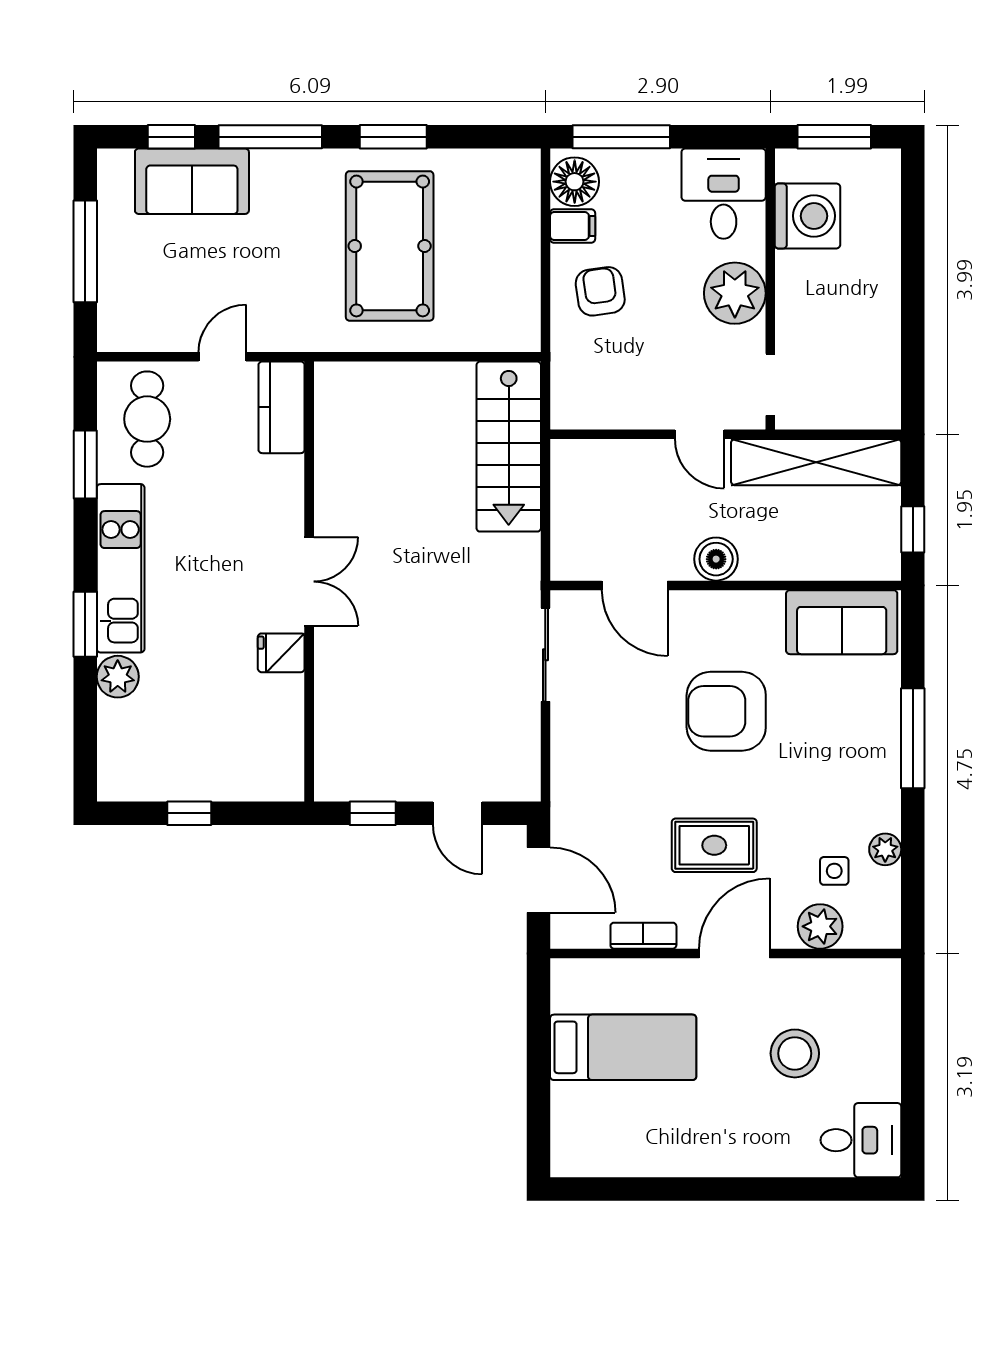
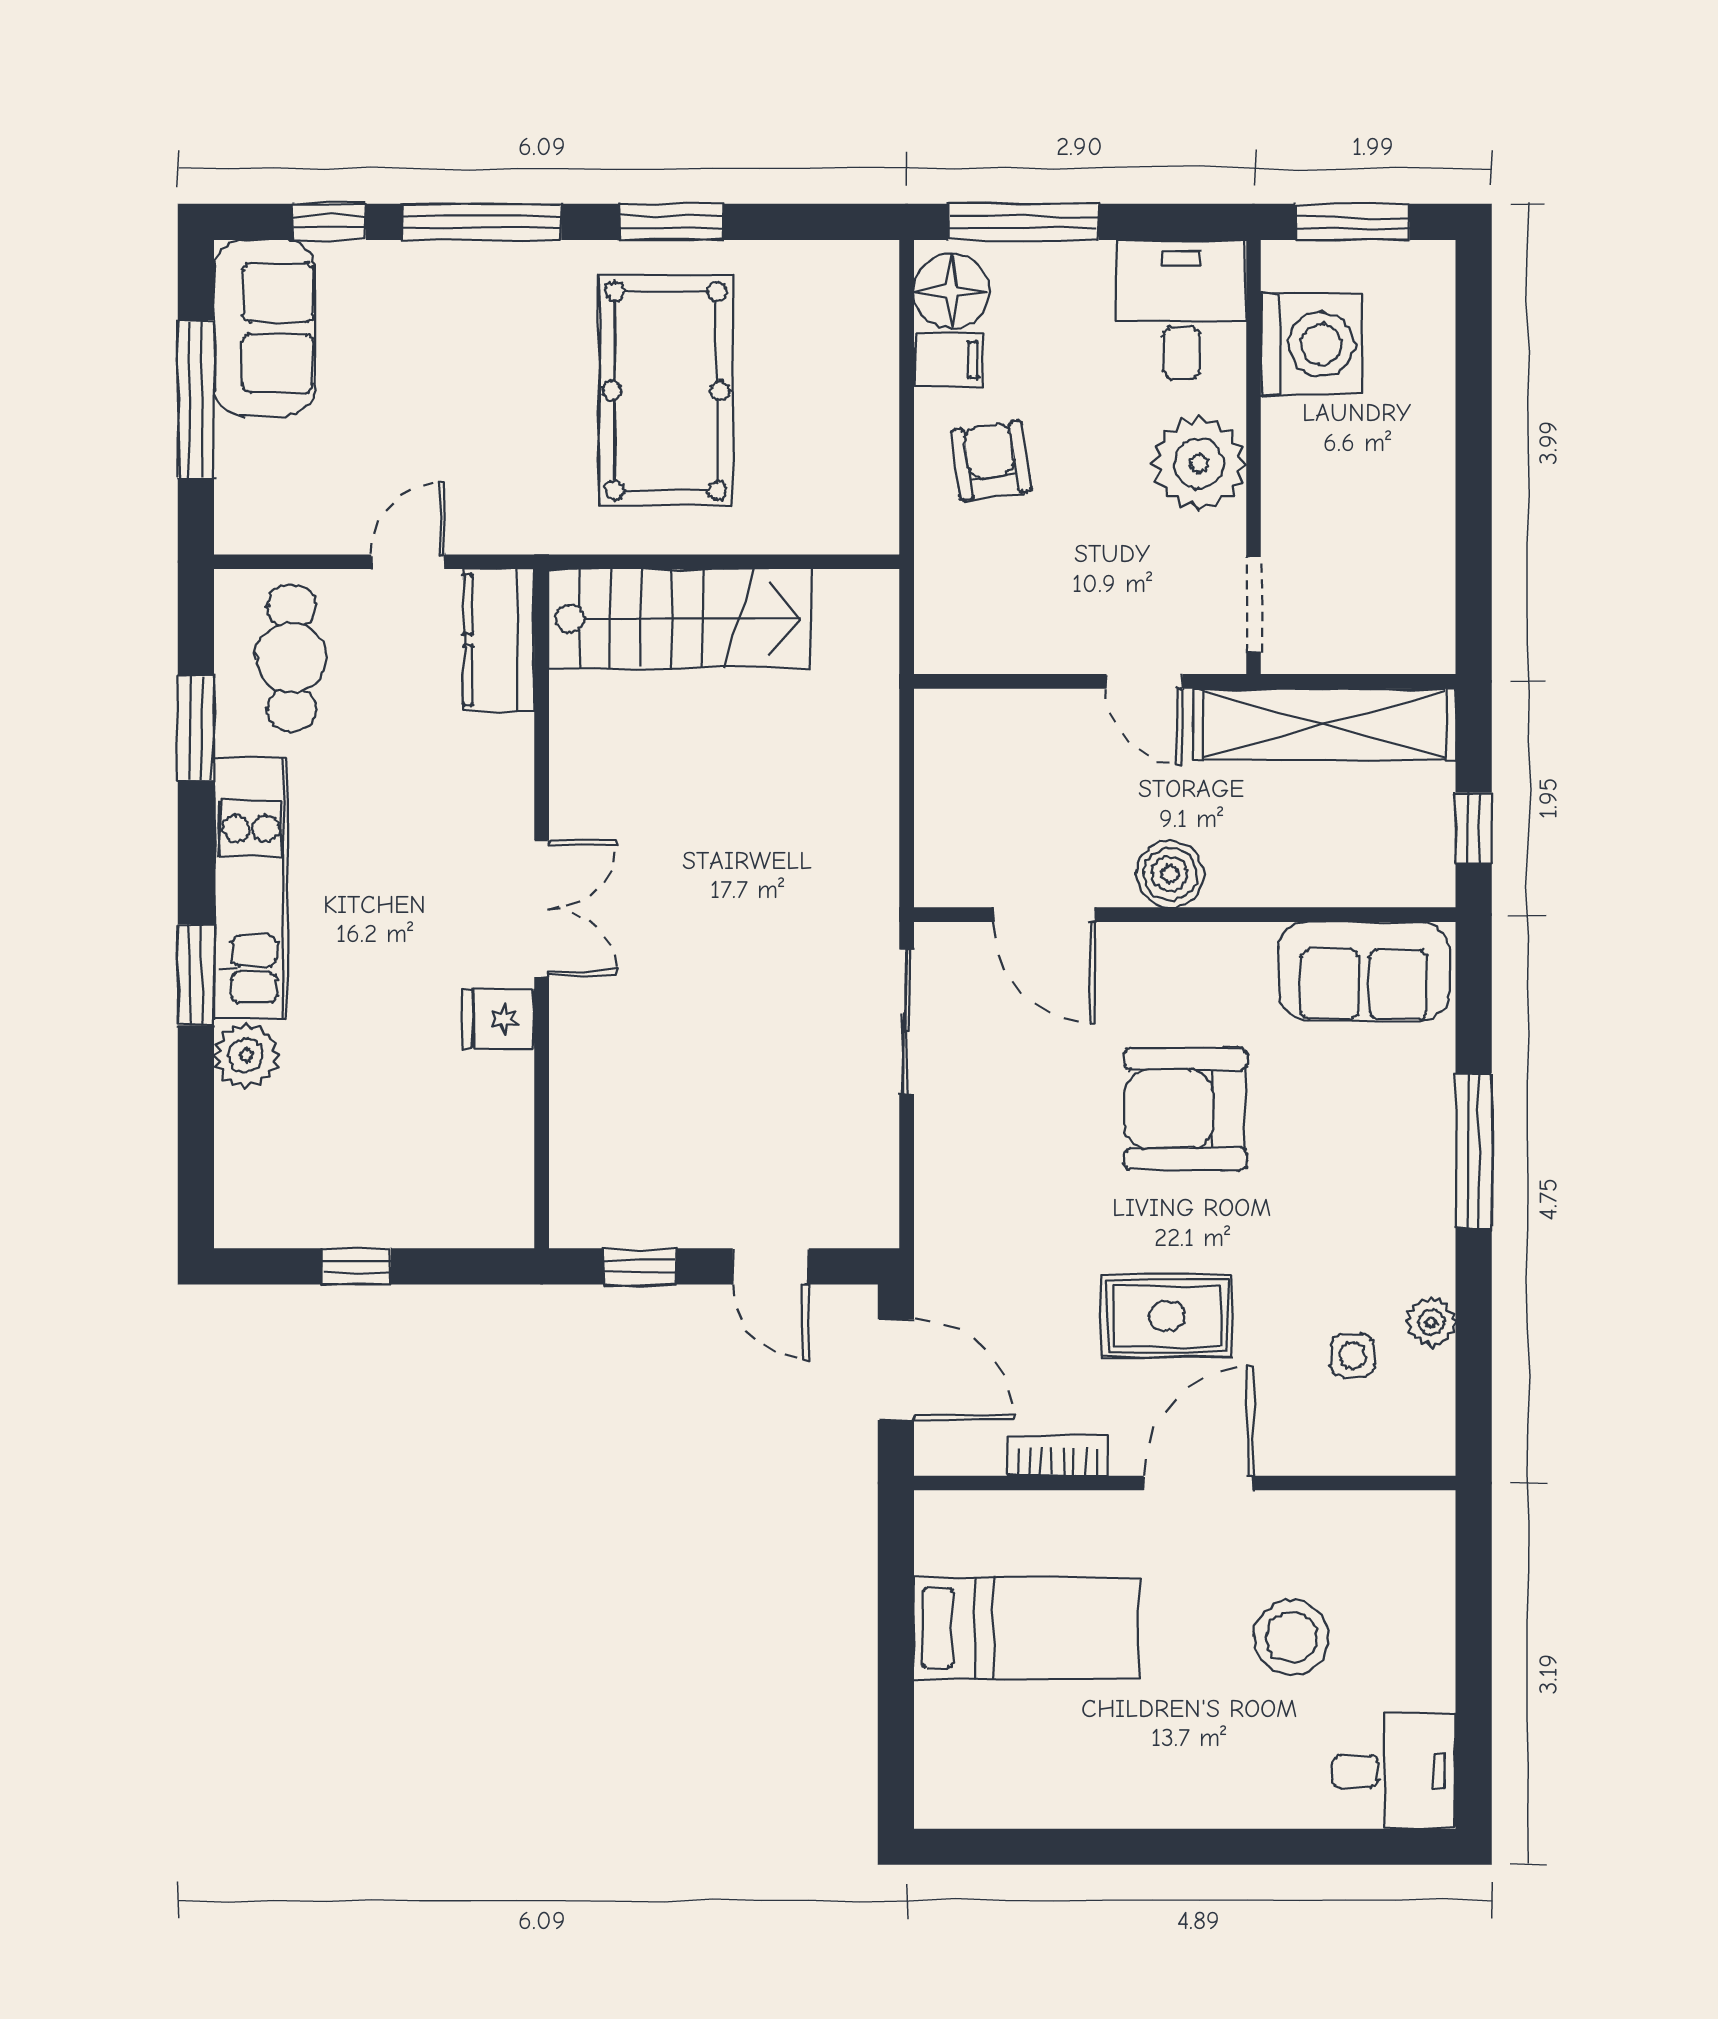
sofa: (192, 181) -> (265, 328), moved, turned -90
stairs: (509, 447) -> (680, 619), moved, turned -90
plant: (820, 926) -> (1331, 1441), removed

